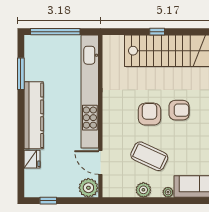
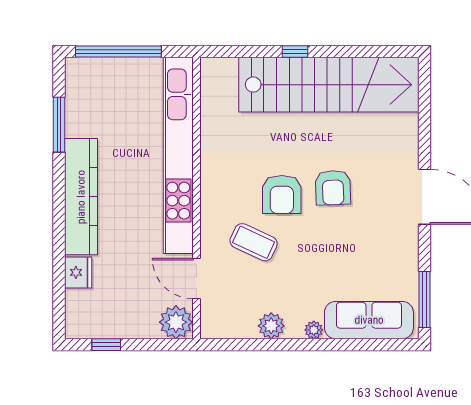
armchair: (179, 110) -> (333, 188), turned 88
armchair: (150, 114) -> (282, 194), turned 180
coffee table: (149, 156) -> (254, 242), moved, width x0.73, depth x0.76

